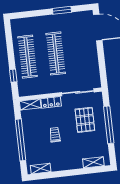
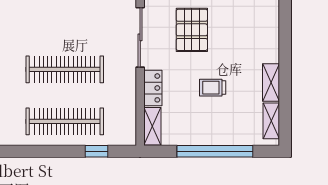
pallet: (85, 120) -> (192, 30), turned 90
shelving: (93, 162) -> (271, 83), moved

